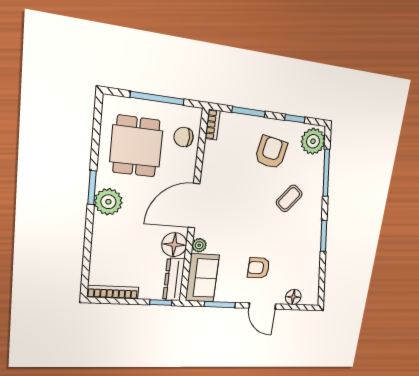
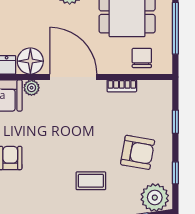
window: (249, 112) -> (175, 122), width x0.67
bookcase: (213, 125) -> (122, 86), moved
coffee table: (289, 198) -> (91, 181), turned -38

